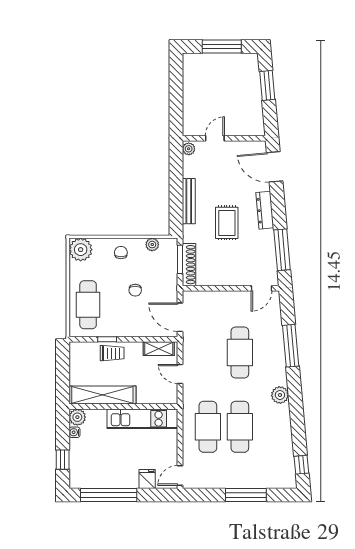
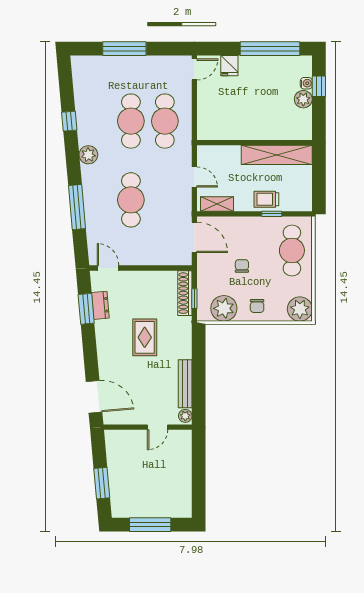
bench: (189, 201) -> (185, 384), moved
dresser: (265, 210) -> (100, 305), moved, width x0.70
plant: (152, 245) -> (224, 308), width x1.88, depth x1.88
window: (282, 250) -> (86, 309), width x0.69
window: (180, 259) -> (194, 299), width x0.67
door: (261, 288) -> (108, 268), hinge flipped
plant: (77, 417) -> (303, 99), moved
kitchen unit: (142, 419) -> (234, 130), removed
water cooler: (74, 432) -> (306, 83), moved
window: (301, 465) -> (69, 121), moved

